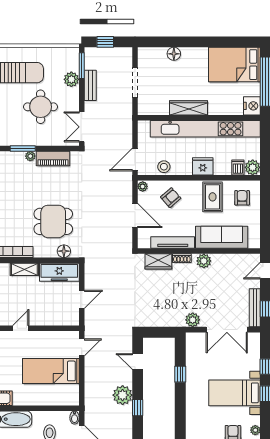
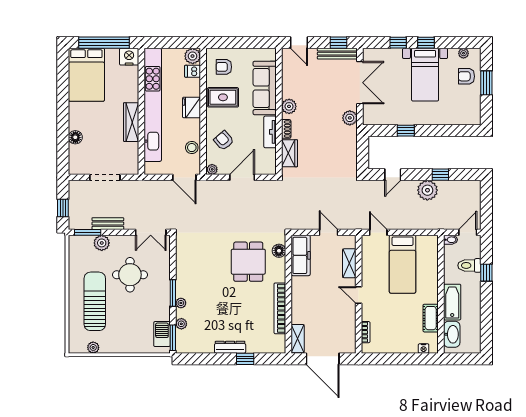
plant: (30, 156) -> (181, 303), moved
piano: (53, 159) -> (183, 262), removed
tv unit: (173, 242) -> (270, 132), width x0.71
shelving: (24, 269) -> (349, 263), moved

